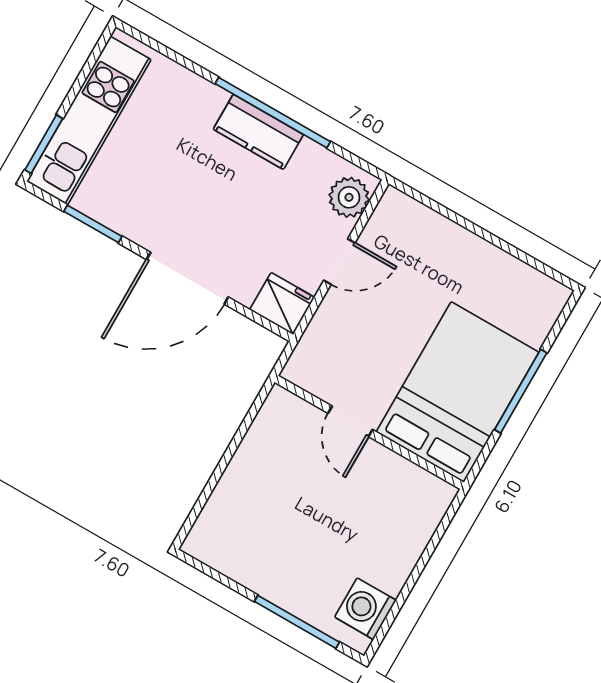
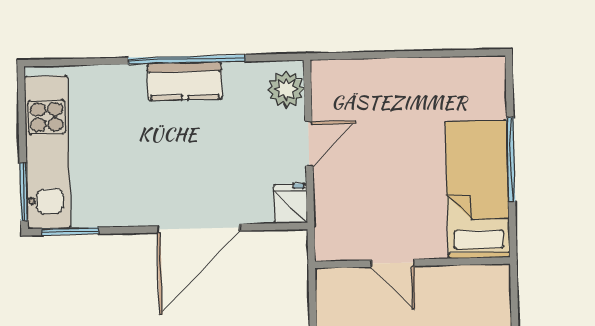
window: (93, 224) -> (70, 231), moved
fridge: (282, 304) -> (290, 203), width x0.72
bed: (458, 392) -> (478, 189), width x0.67

